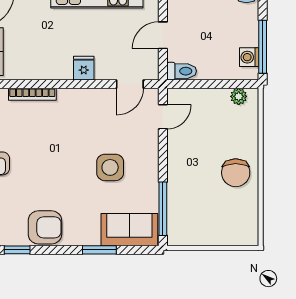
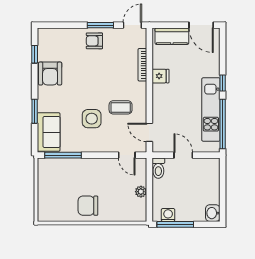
fridge: (84, 68) -> (160, 76), moved
plant: (239, 96) -> (141, 192), moved
coffee table: (94, 126) -> (121, 107), added

